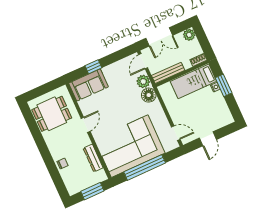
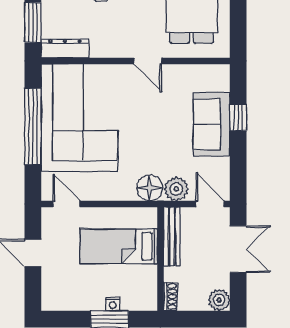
double door: (159, 37) -> (238, 249), swing flipped
bed: (193, 81) -> (119, 246), moved, turned -90
sofa: (88, 85) -> (212, 124), moved
door: (176, 133) -> (66, 204), swing flipped
dresser: (93, 158) -> (65, 48), moved

